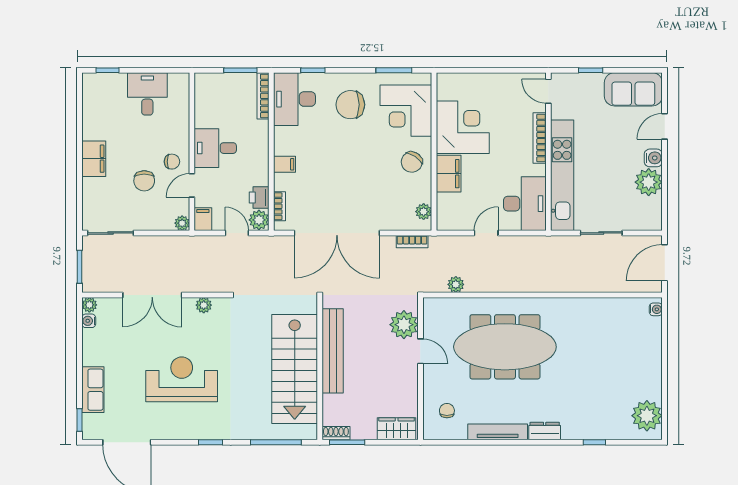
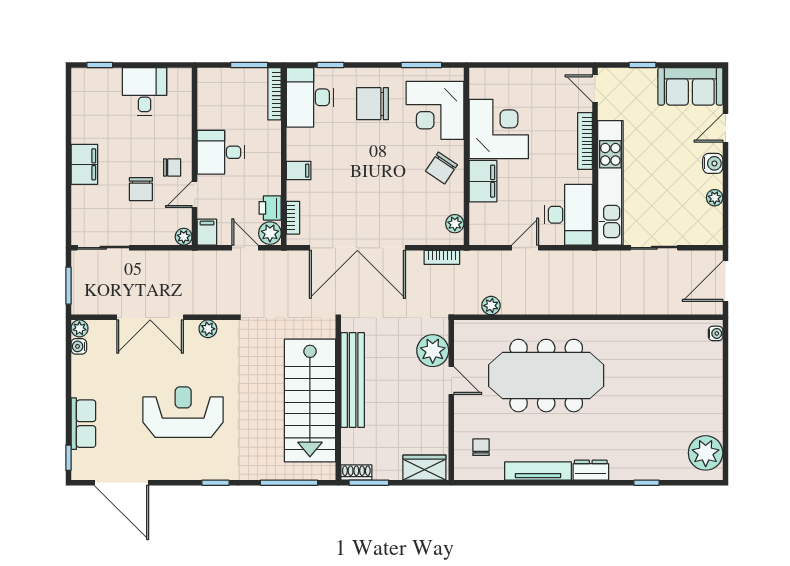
plant: (649, 182) -> (715, 198), width x0.53, depth x0.53

